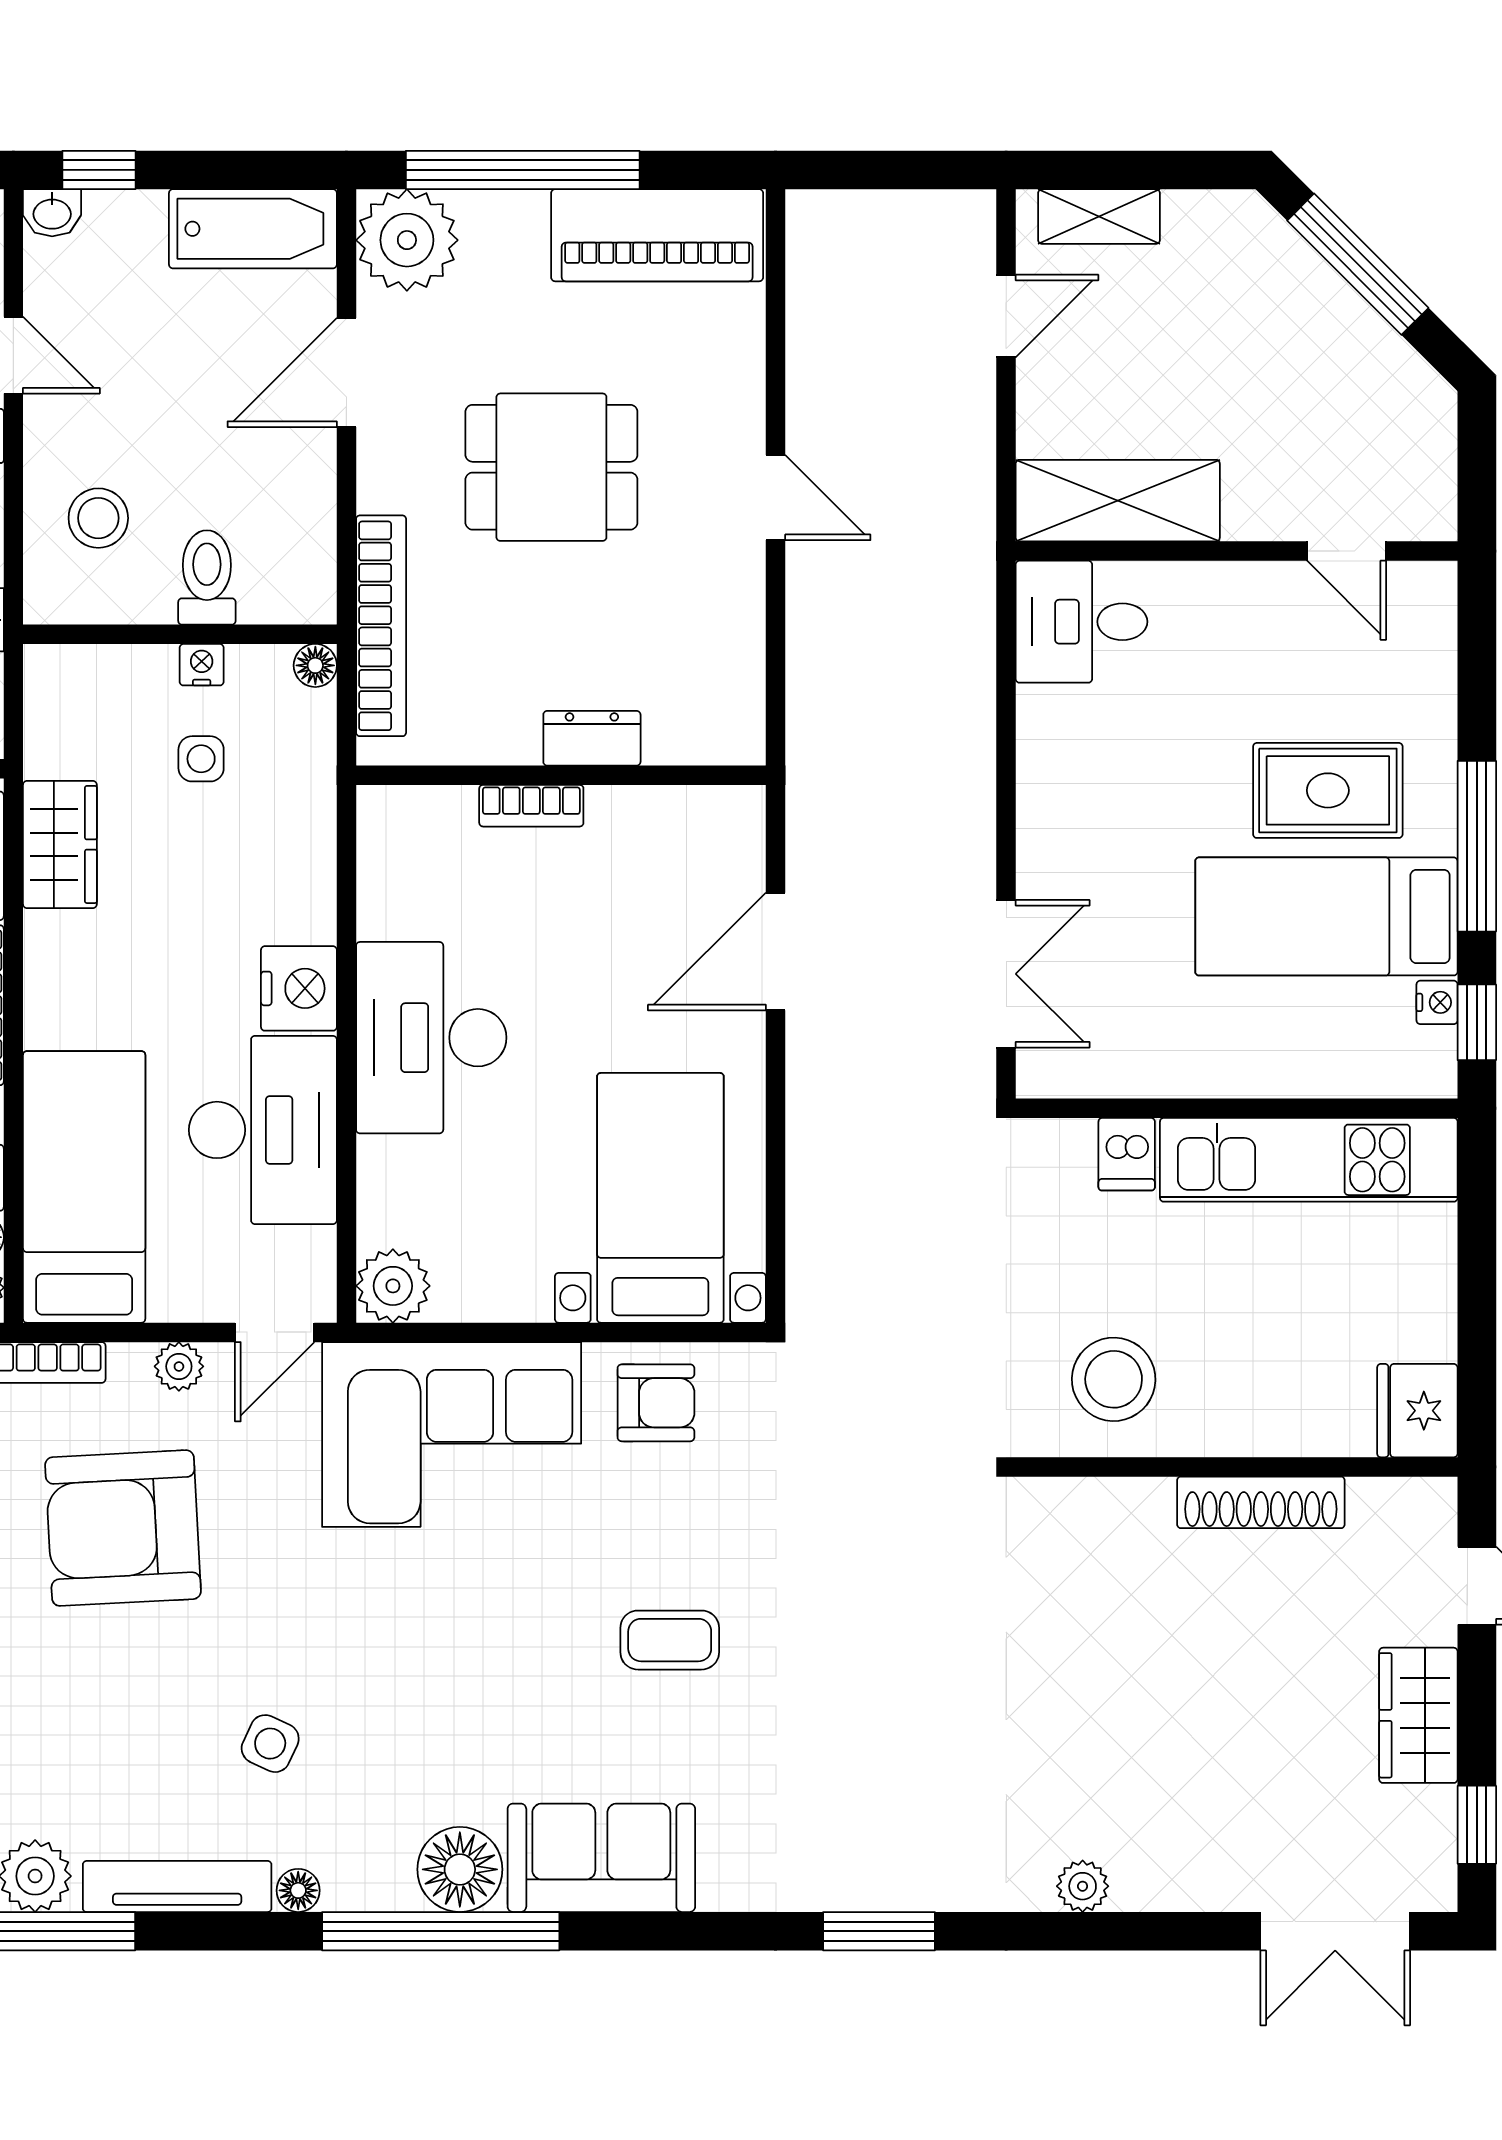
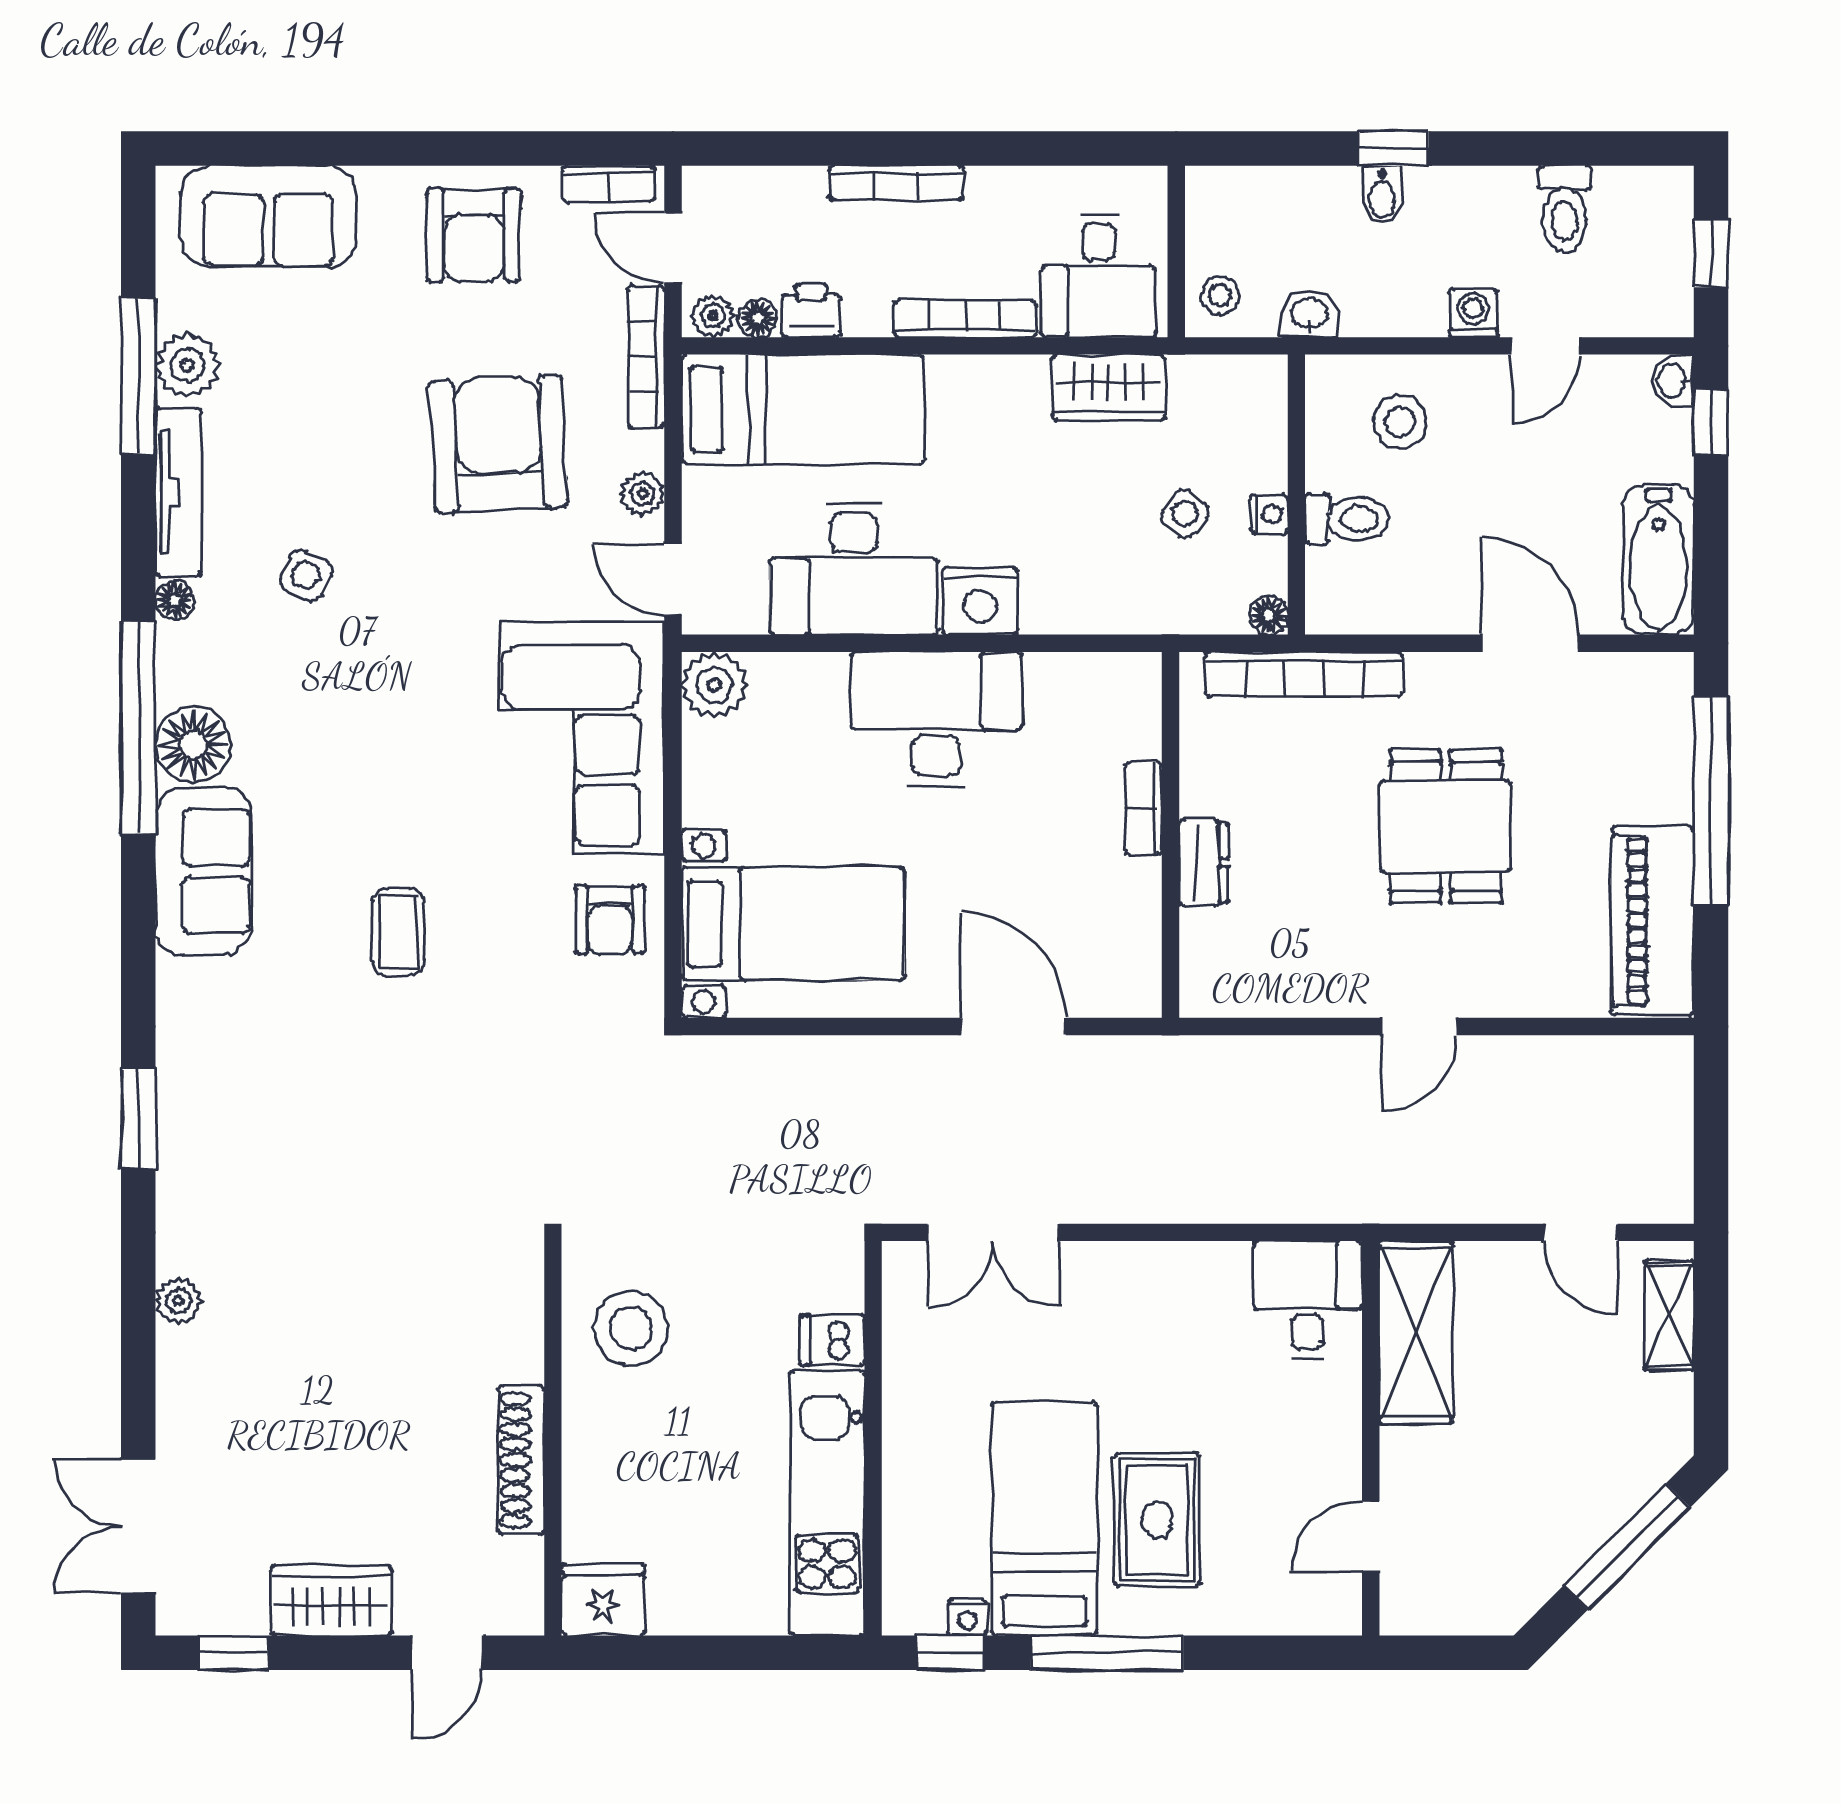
plant: (407, 240) -> (1648, 697), removed
side table: (201, 759) -> (1185, 514), turned 36

